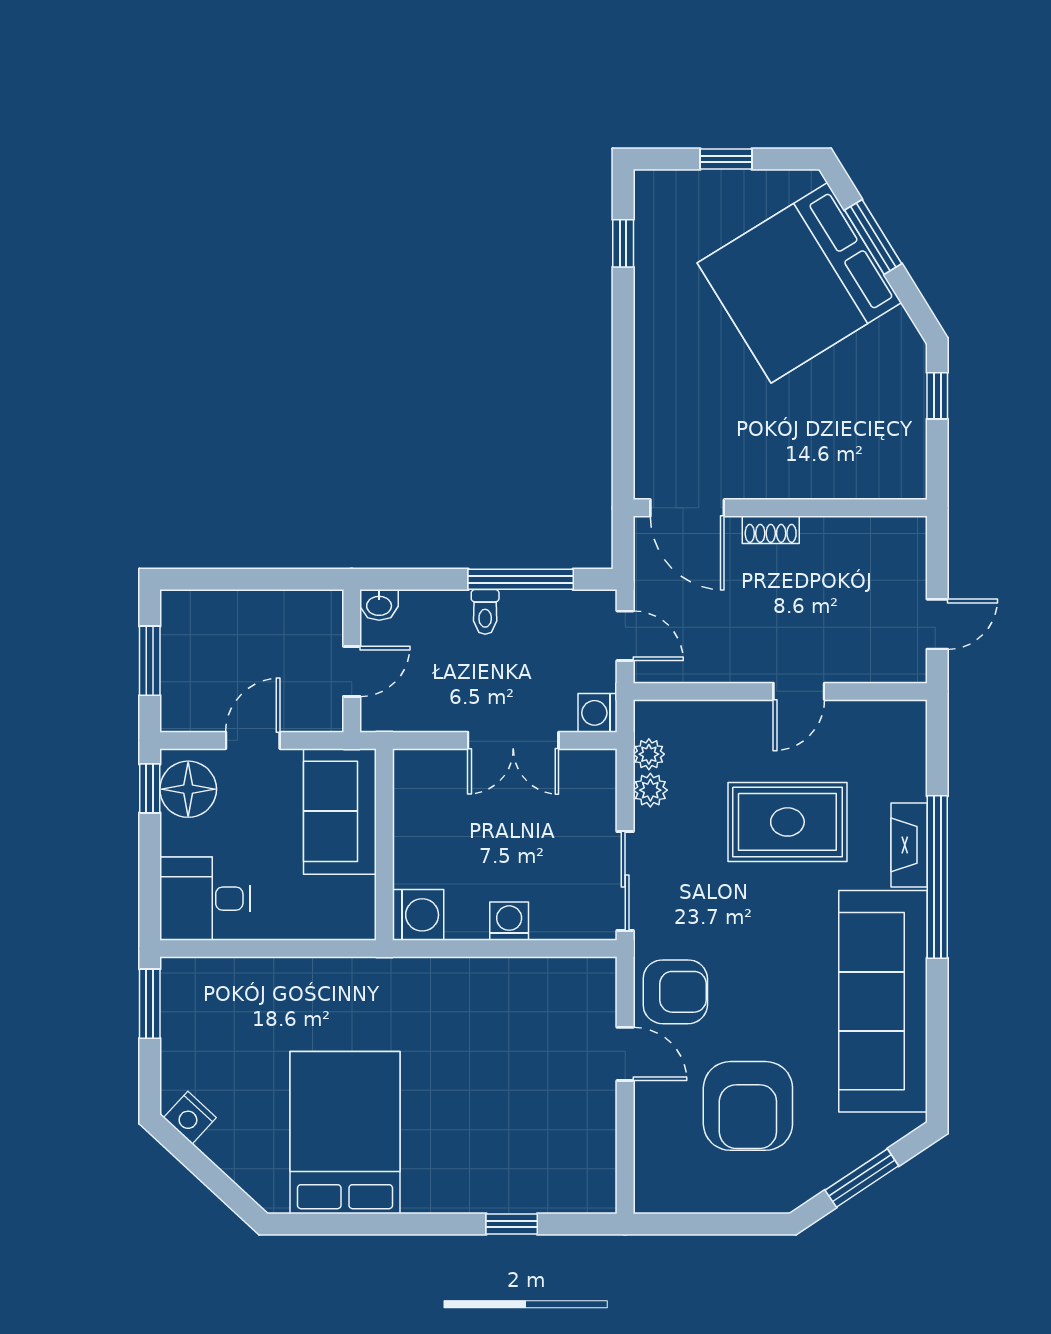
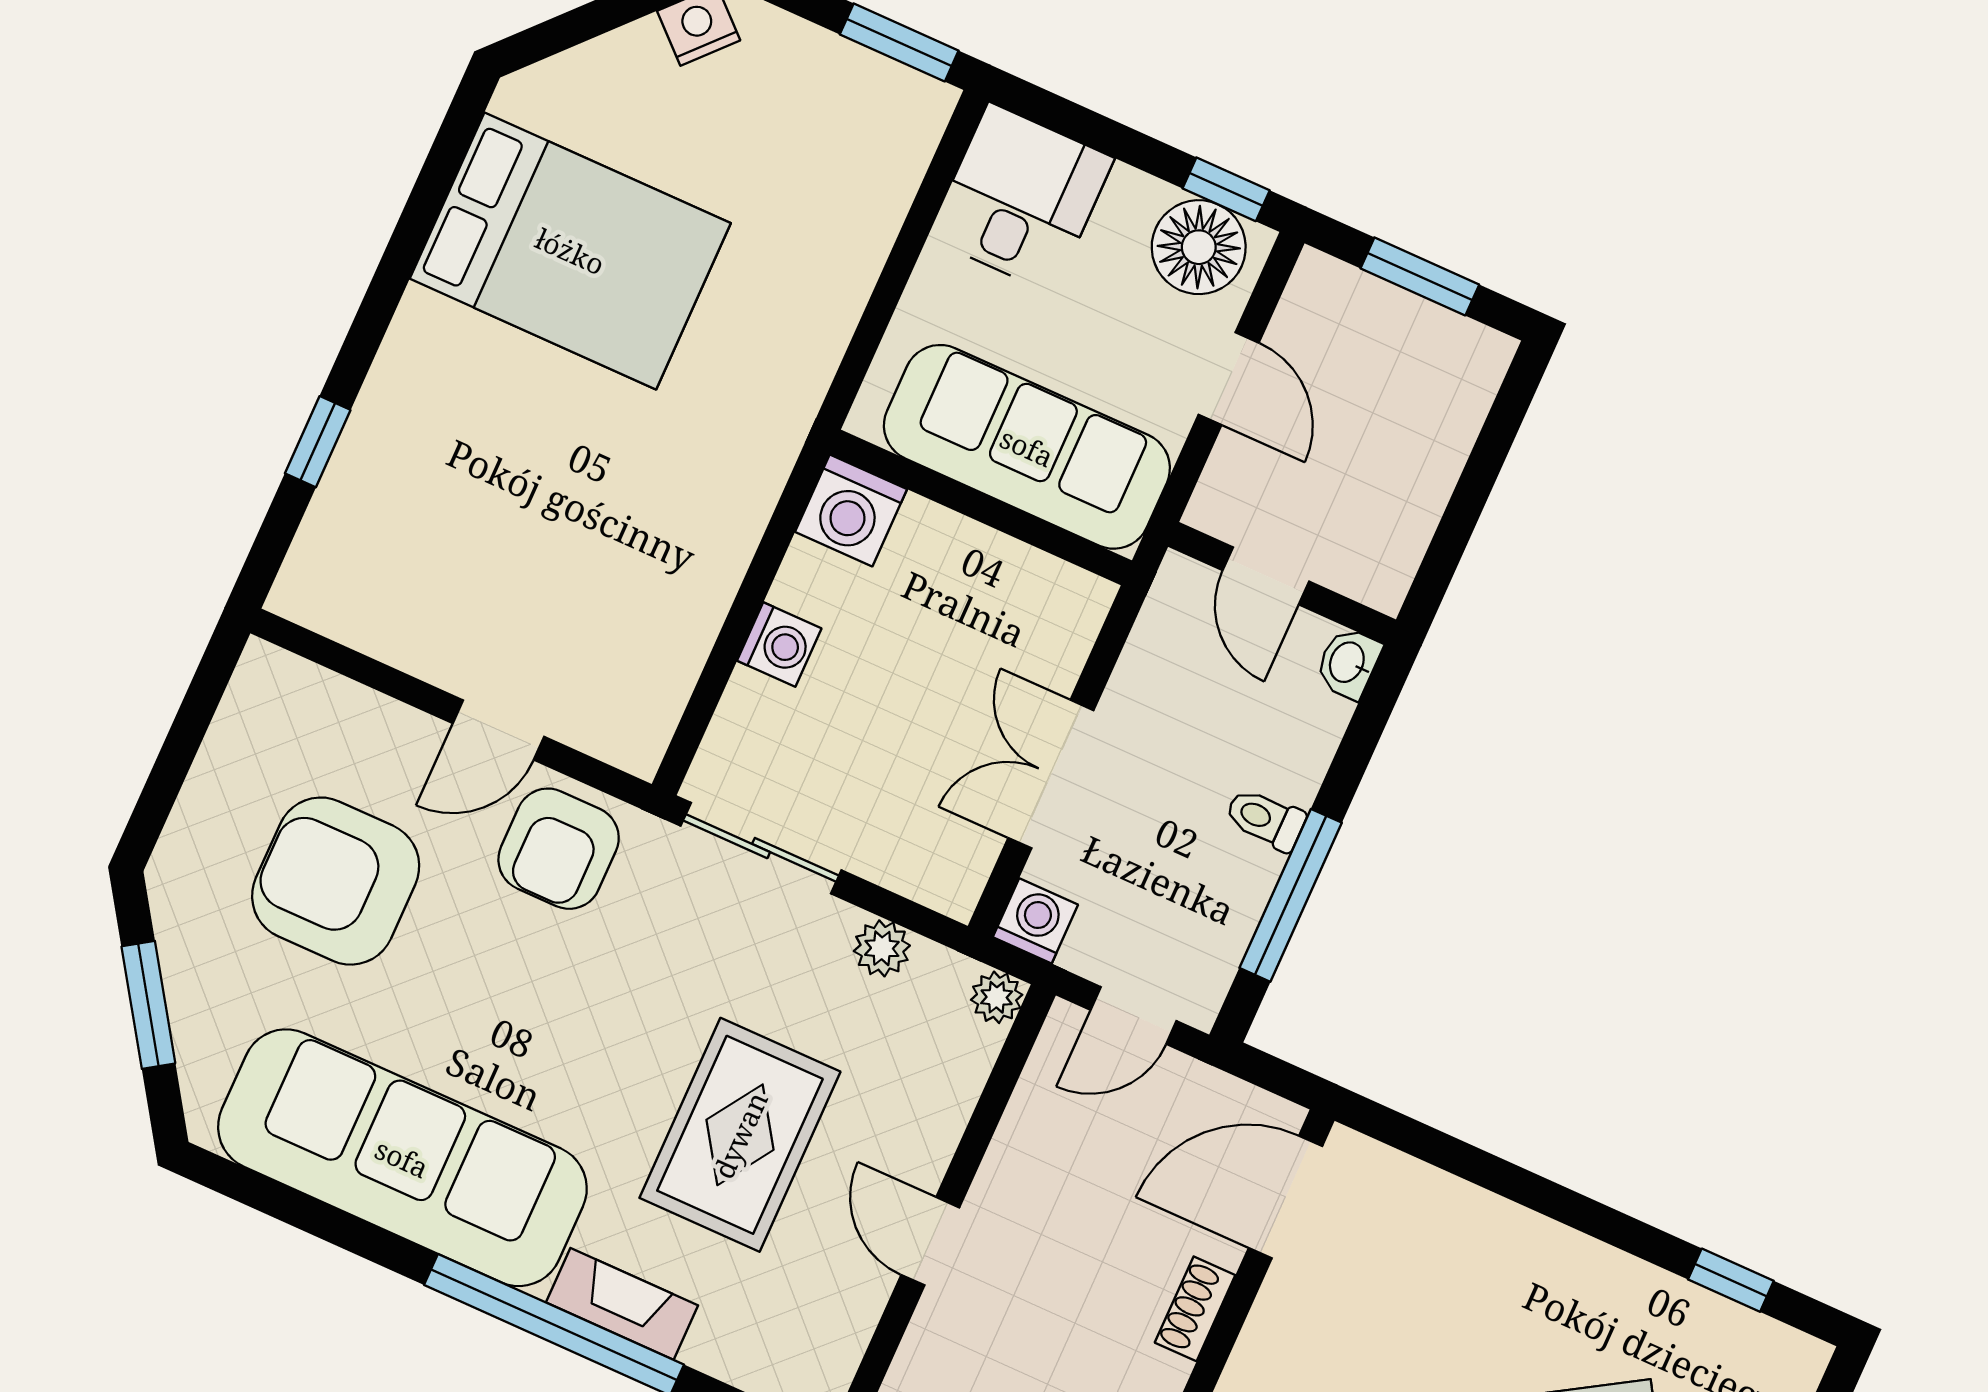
plant: (649, 754) -> (997, 997), moved
sofa: (340, 811) -> (1027, 447), width x1.36

